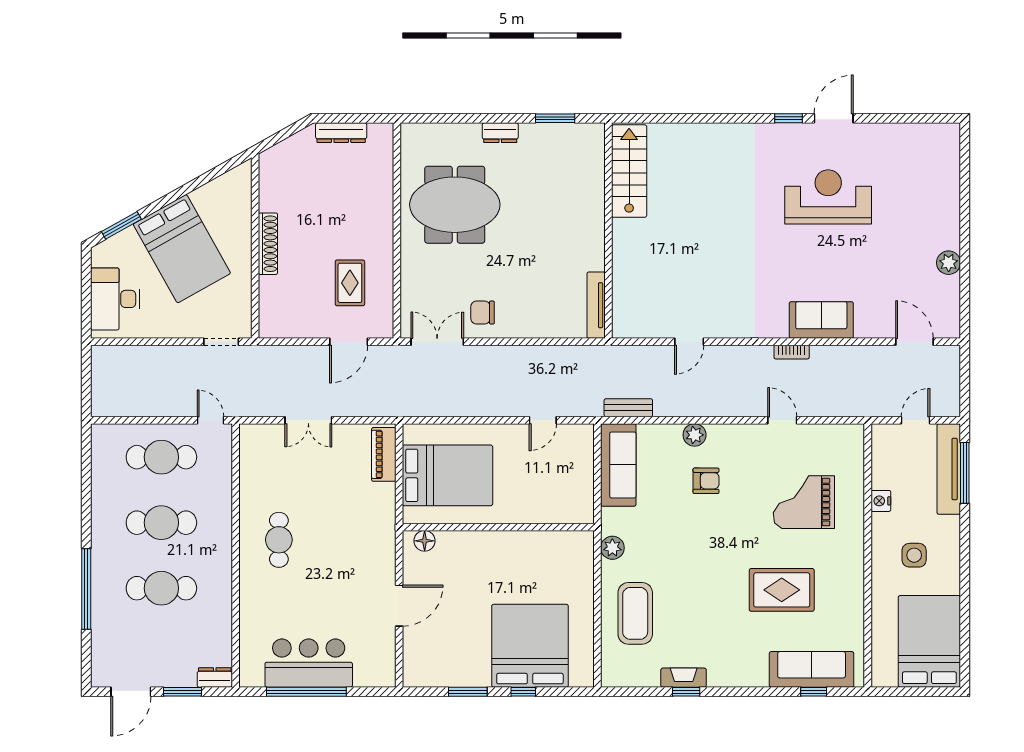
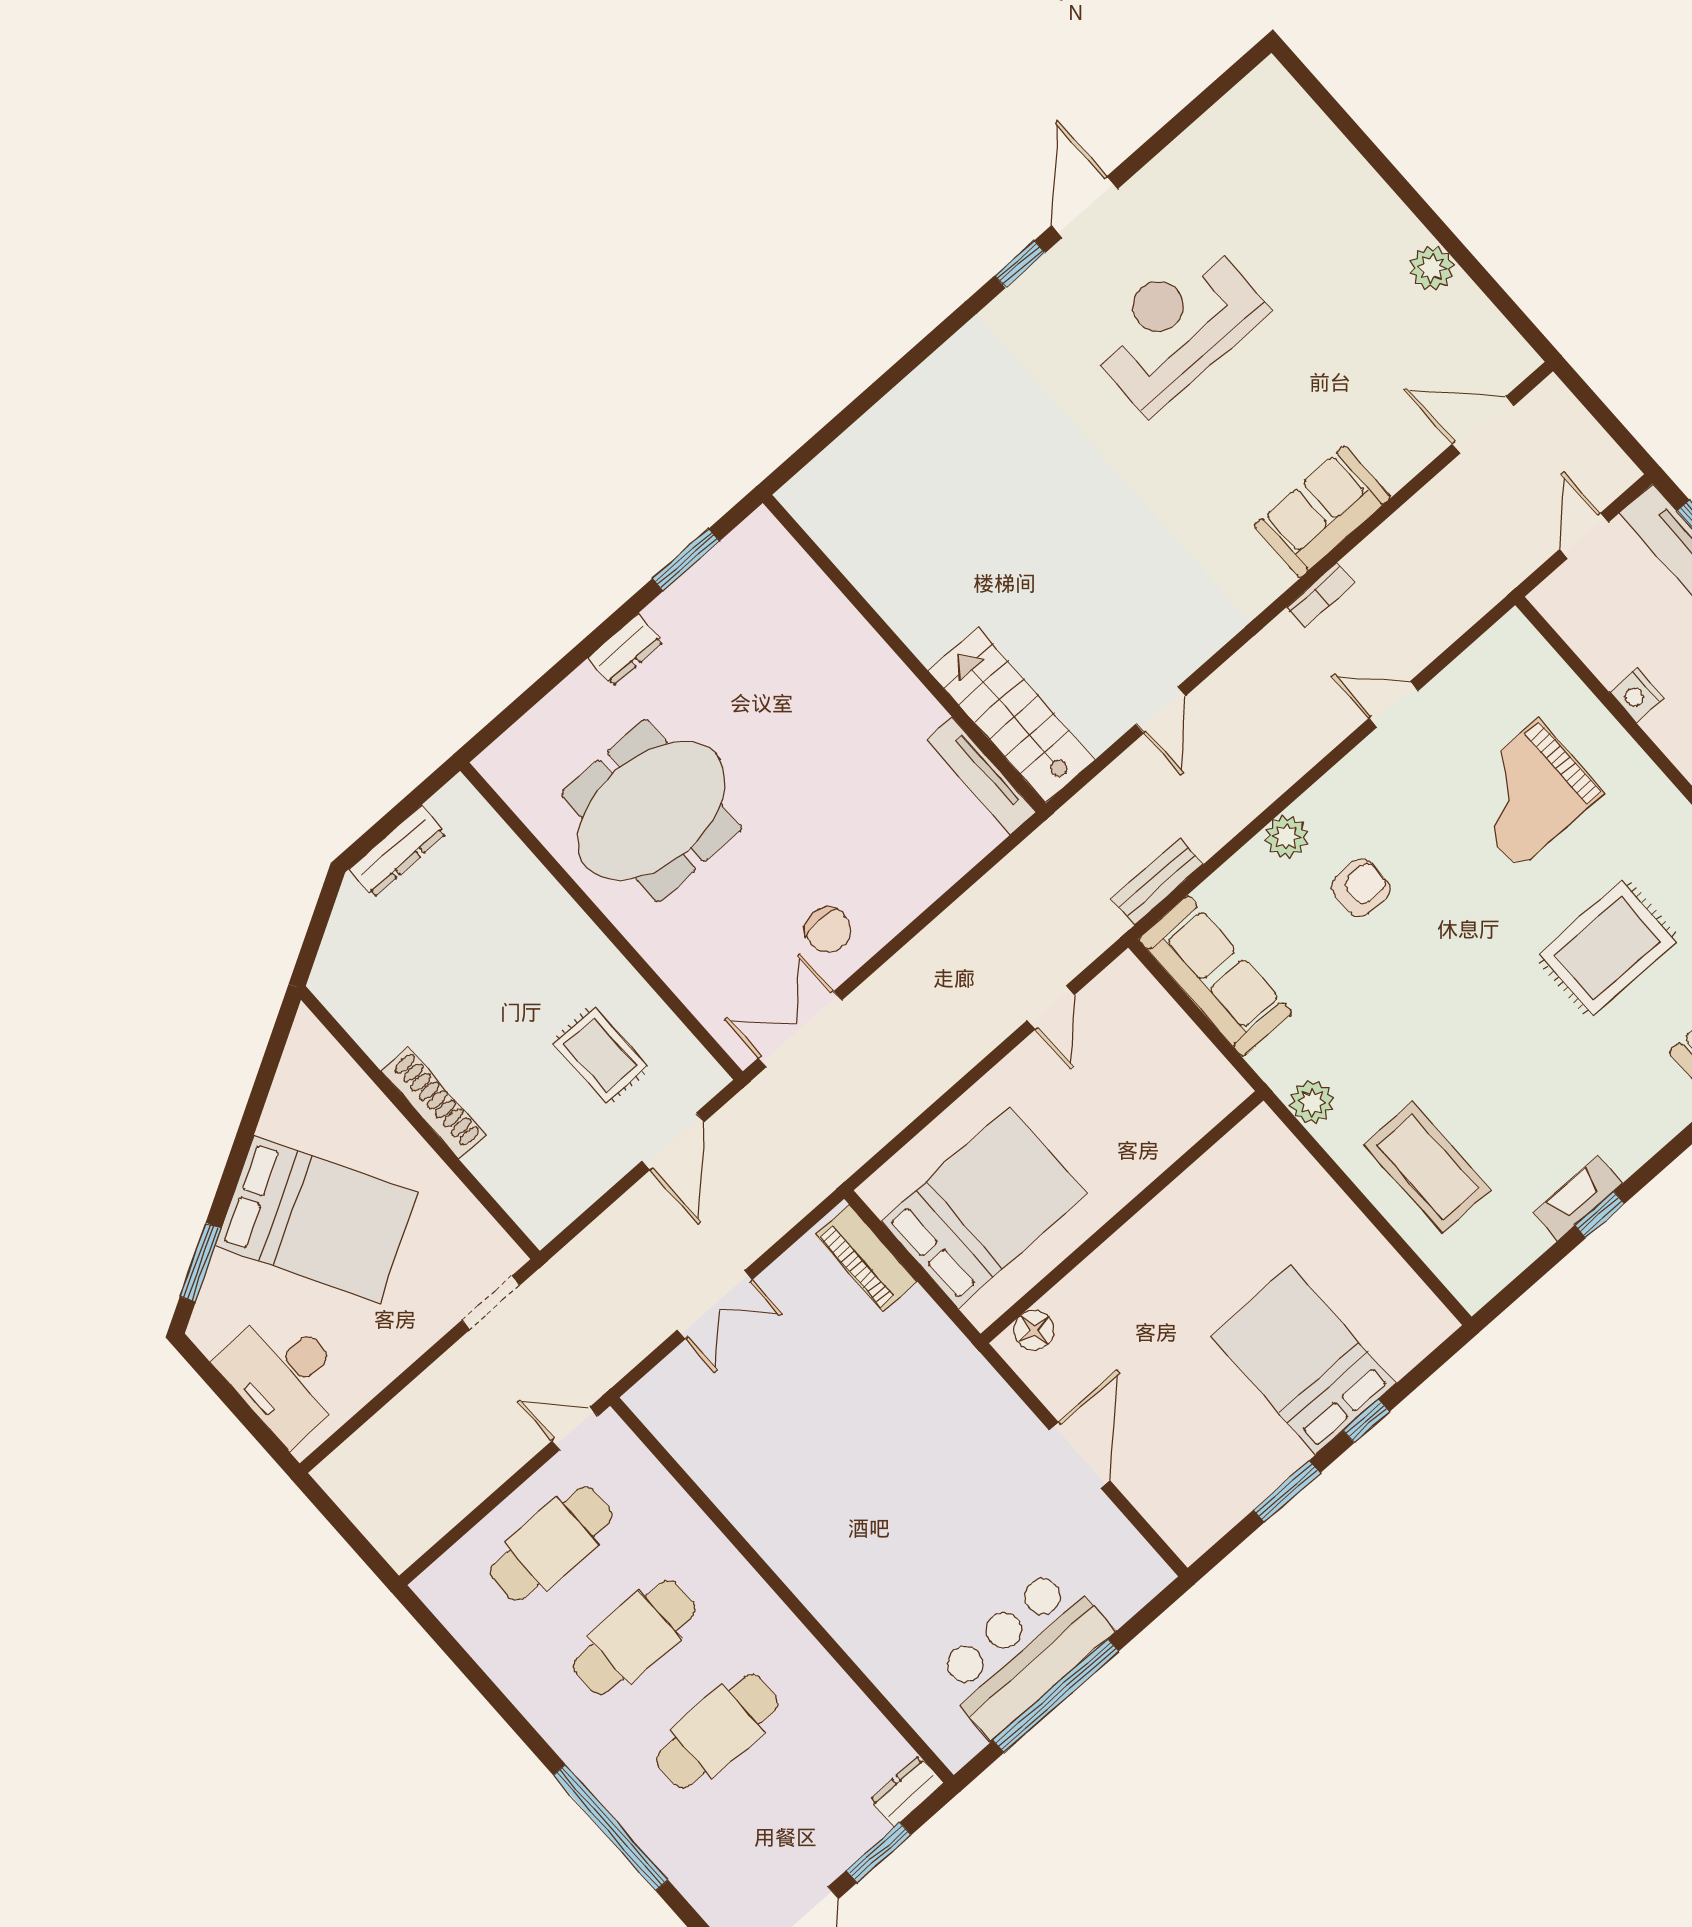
stairs: (629, 171) -> (1012, 715), moved
chair: (483, 313) -> (828, 930), turned -90
cafe table: (279, 540) -> (824, 1513), removed
bed: (530, 646) -> (1303, 1360), width x0.73

